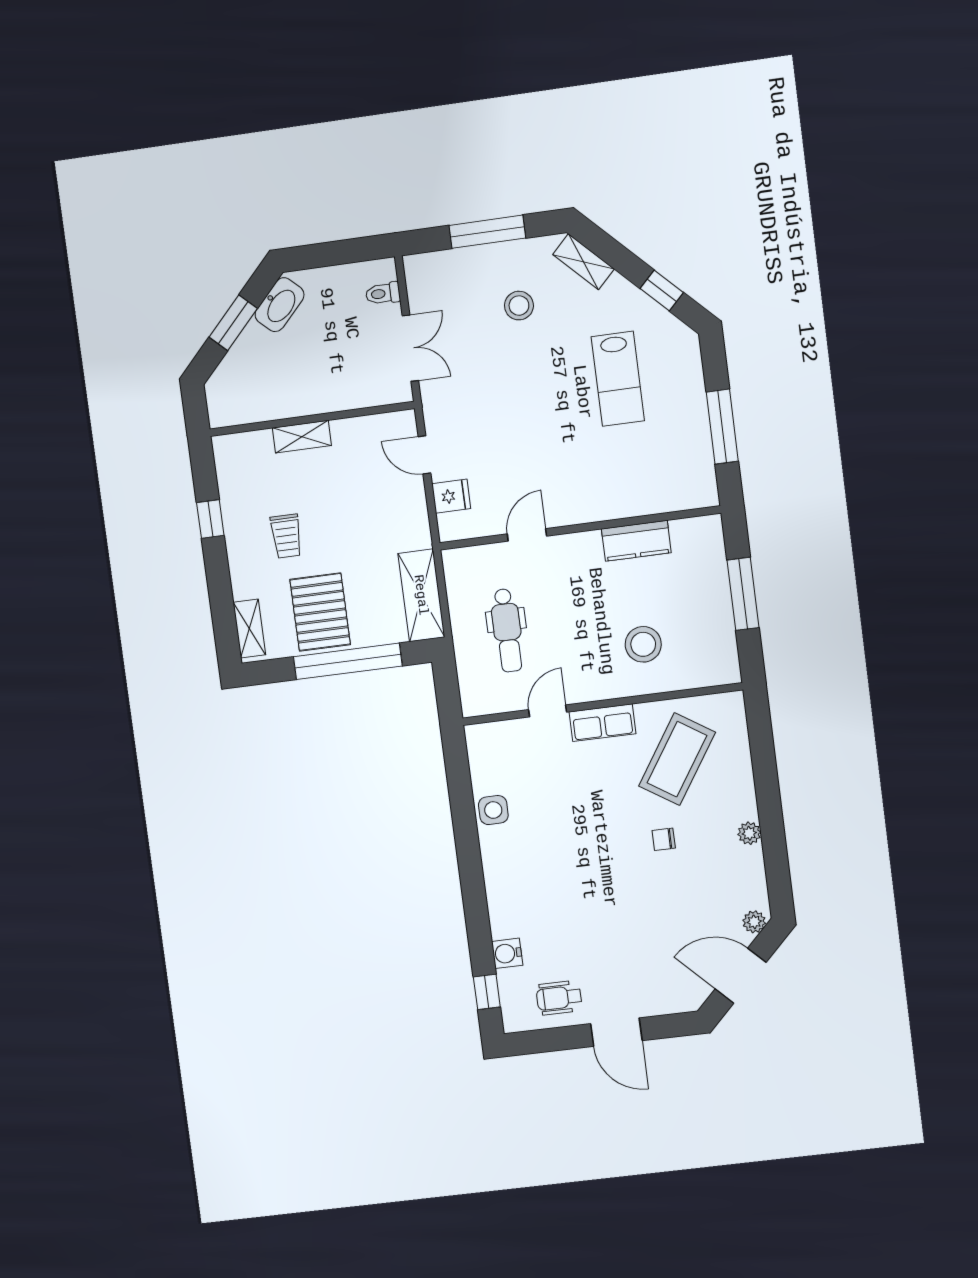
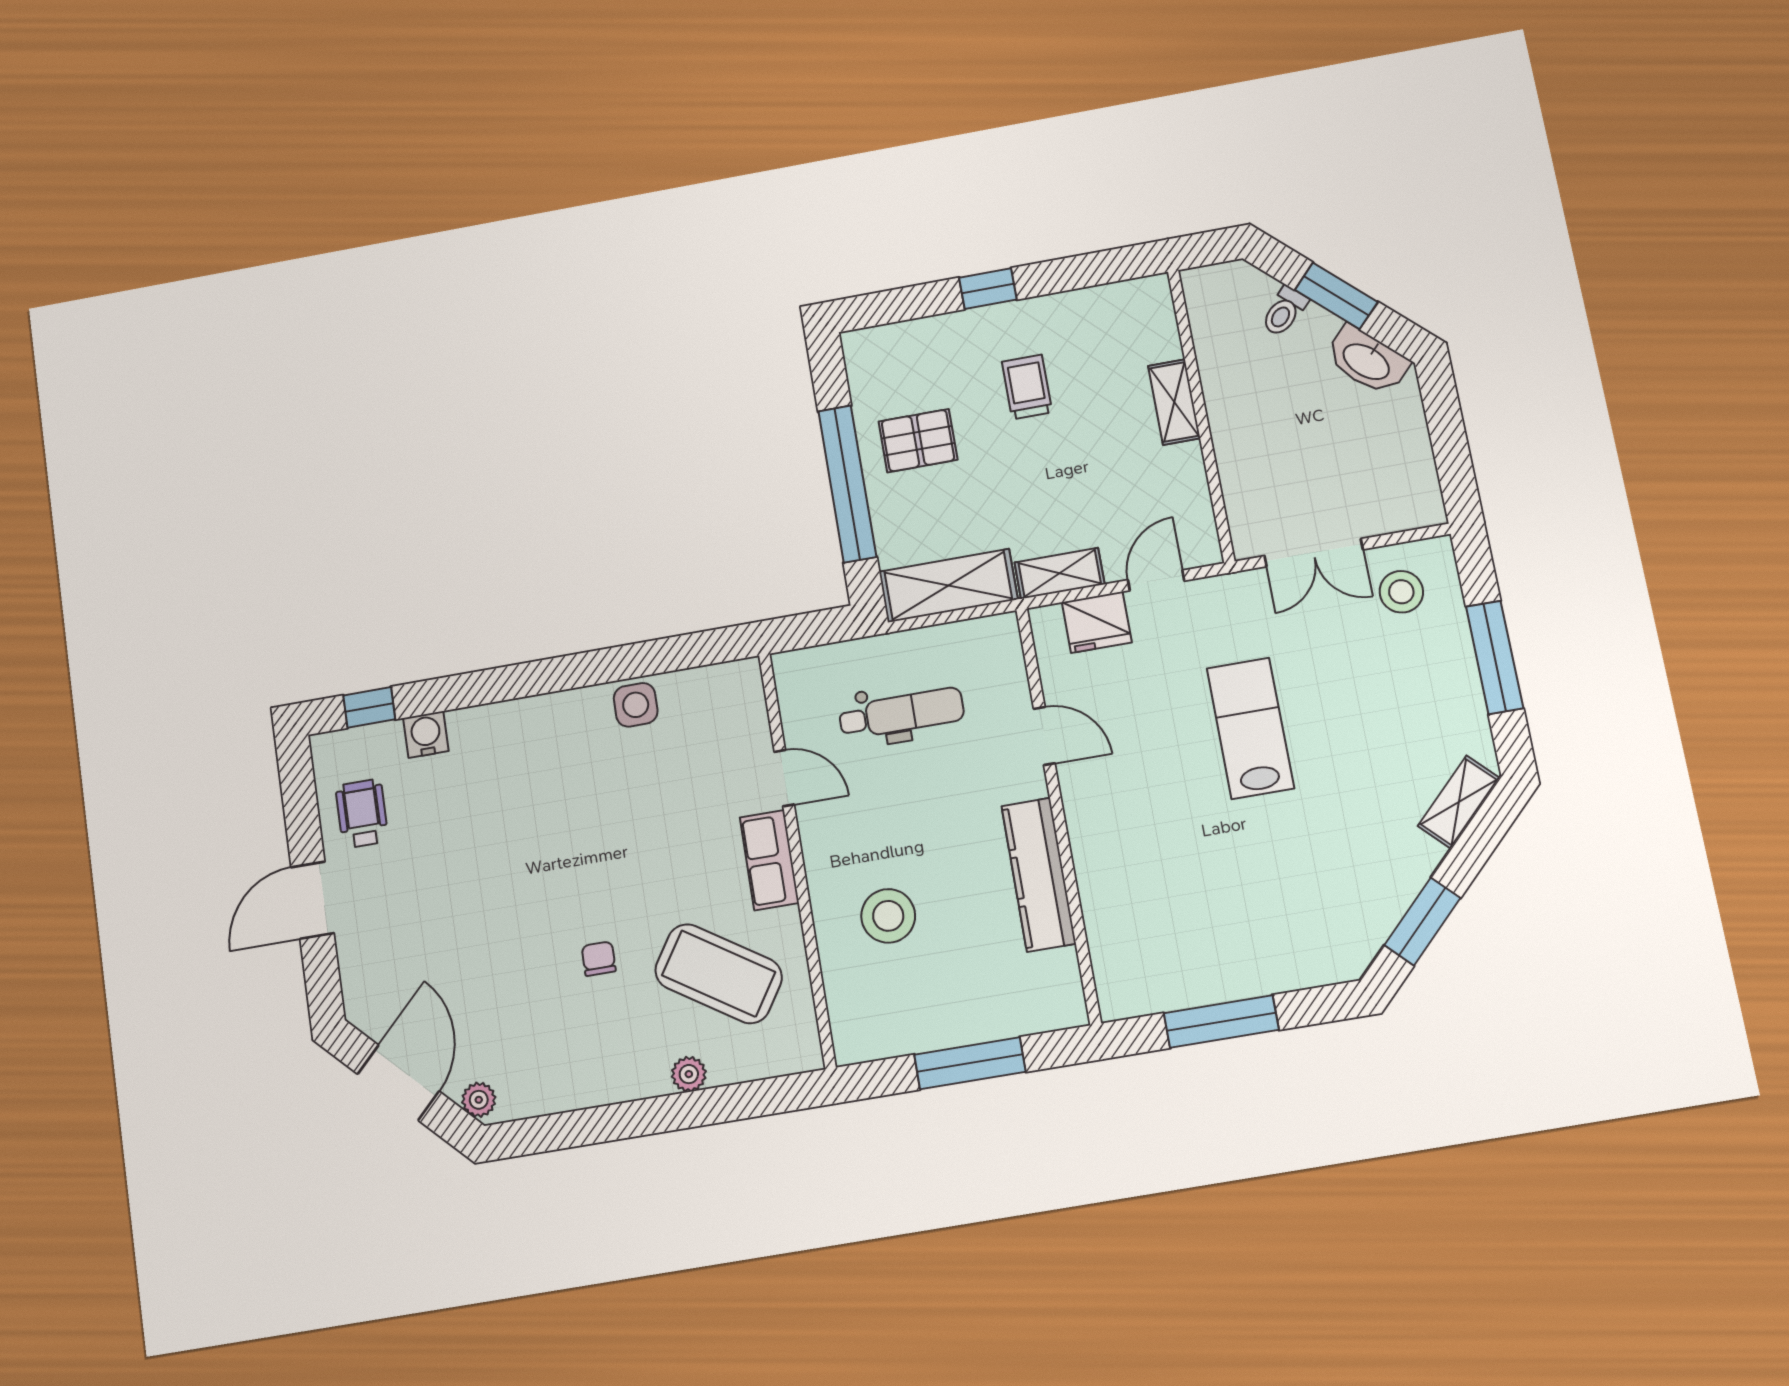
window: (662, 291) -> (1422, 922), width x1.50
toilet: (383, 293) -> (1284, 311), moved, turned -137
stool: (519, 306) -> (1401, 592), moved
lab bench: (618, 379) -> (1250, 728), moved, turned 90
fridge: (451, 496) -> (1097, 622), width x1.38
window: (210, 519) -> (988, 289), moved
trolley: (286, 536) -> (1027, 387), turned 90
kitchen counter: (636, 541) -> (1039, 875), width x1.50
pallet: (320, 612) -> (918, 441), width x0.67, depth x0.71
shelving: (249, 628) -> (1060, 573), moved
dental chair: (507, 630) -> (901, 713), turned 180
plant: (749, 833) -> (689, 1074), moved

